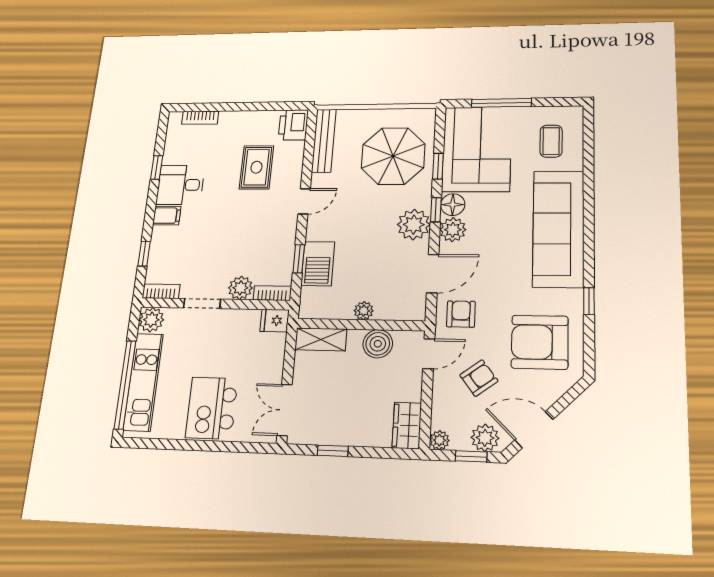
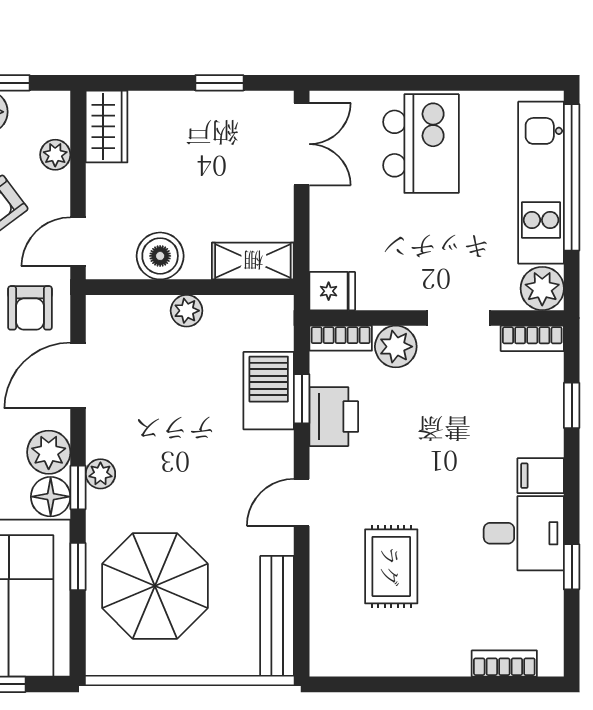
printer: (293, 125) -> (334, 417), moved
plant: (414, 225) -> (100, 474), width x0.53, depth x0.53
plant: (439, 440) -> (55, 155), moved

